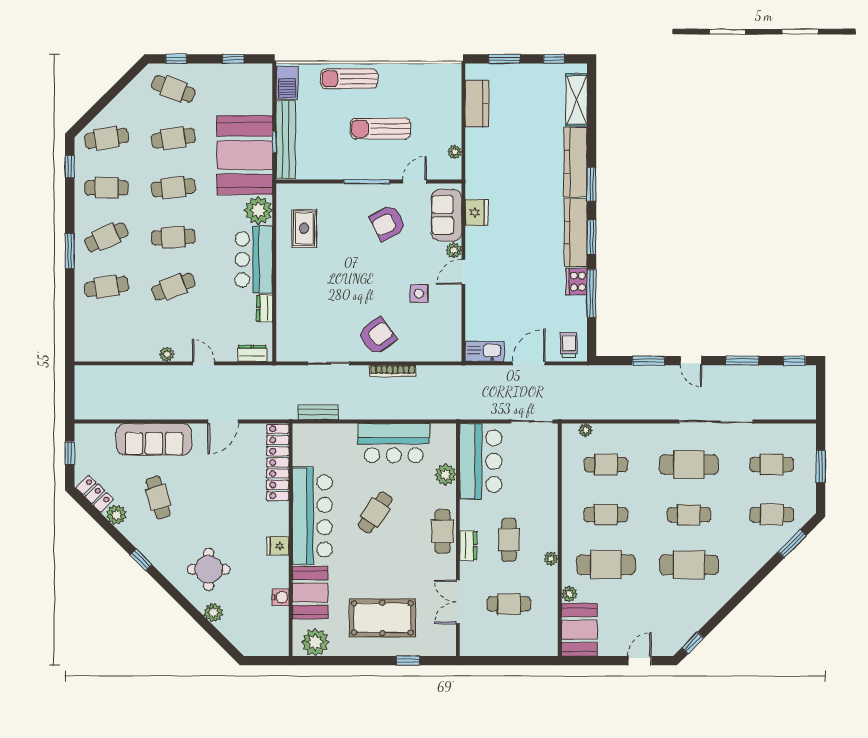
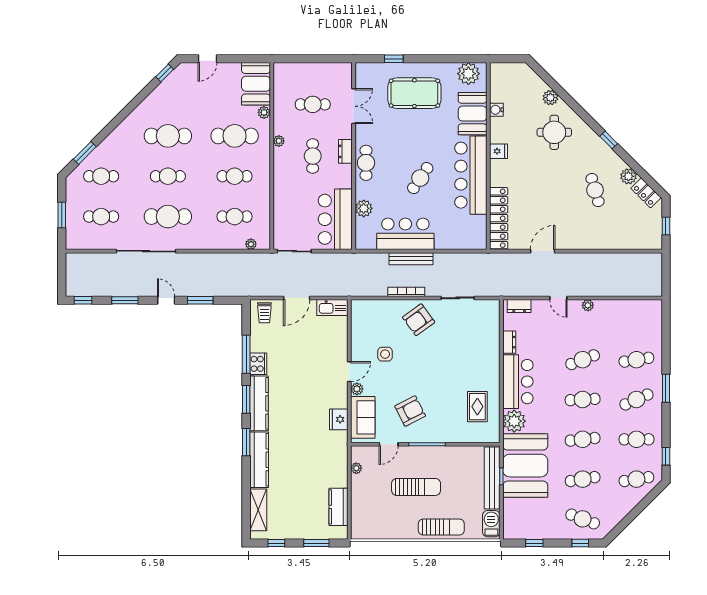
bench: (318, 412) -> (411, 259), moved, width x1.36
sofa: (154, 439) -> (598, 237), removed

